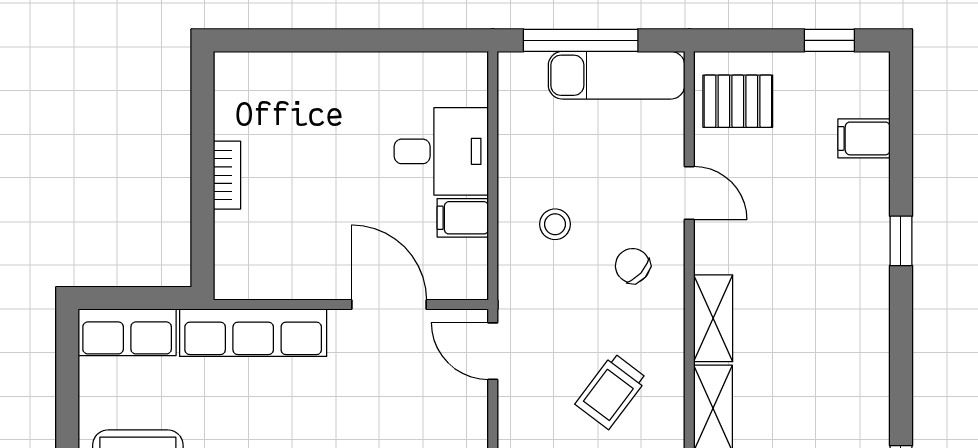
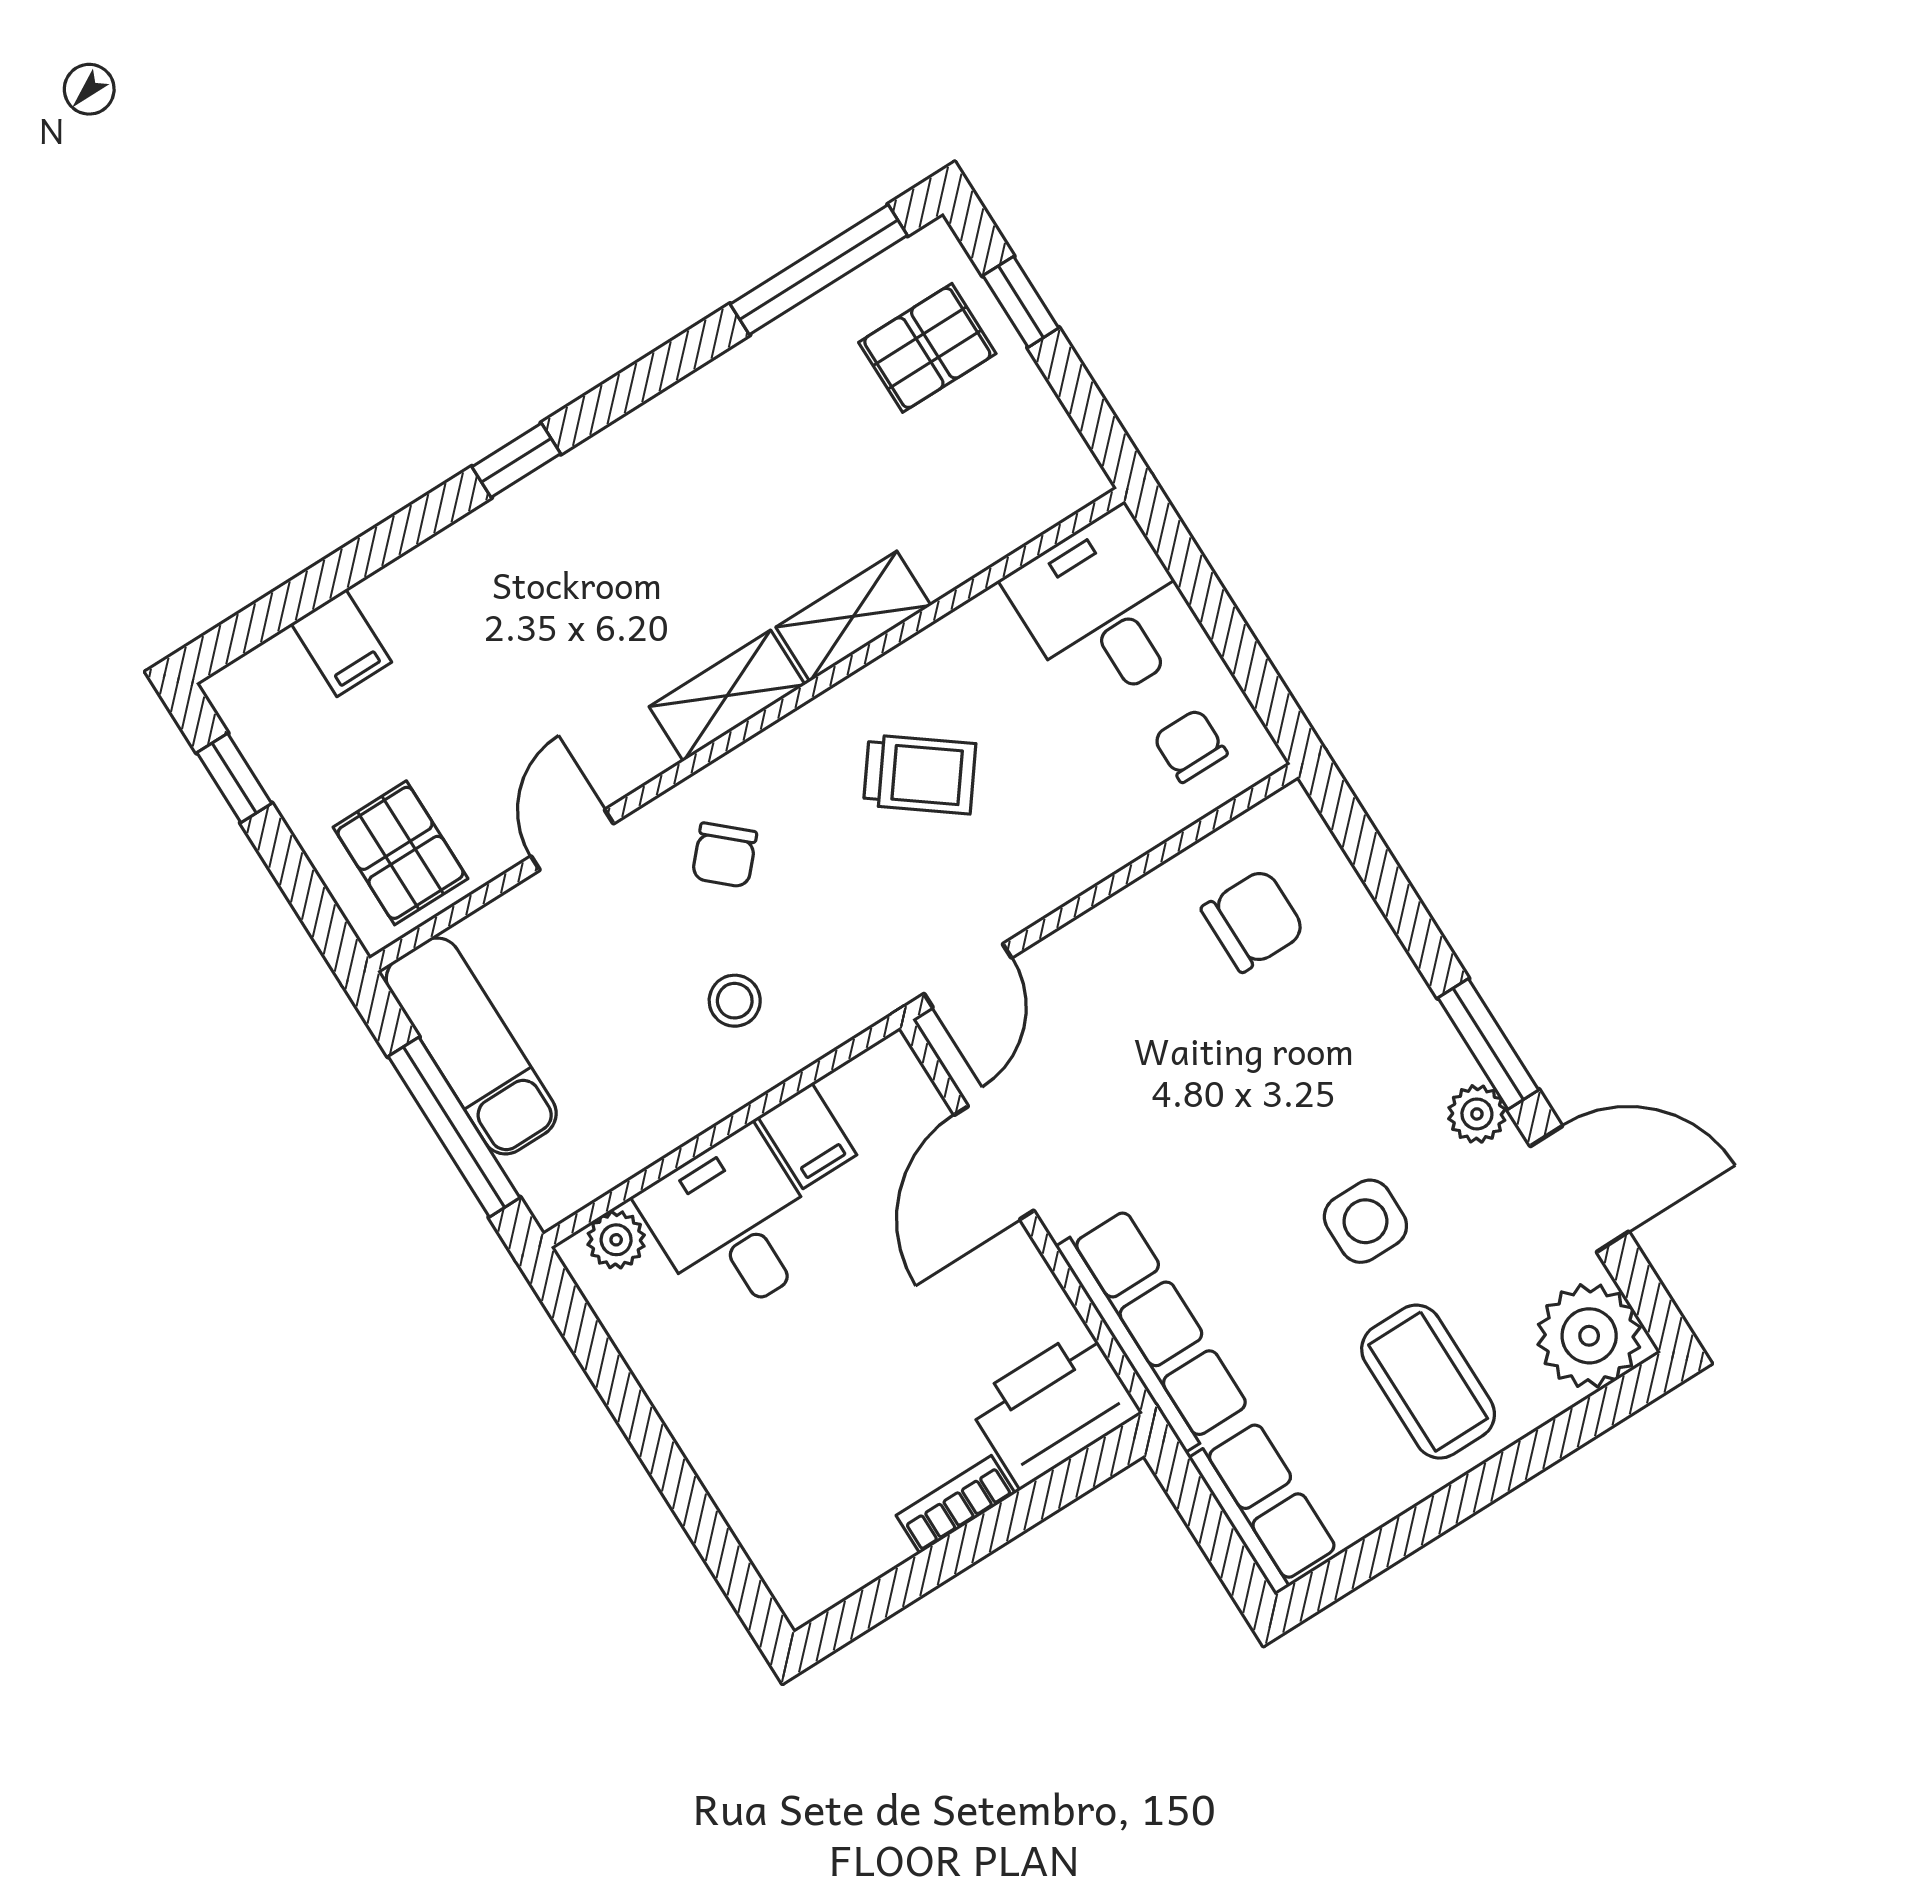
plant: (471, 87) -> (616, 1240), added
window: (901, 241) -> (516, 460), moved
printer: (245, 256) -> (1054, 1408), added

